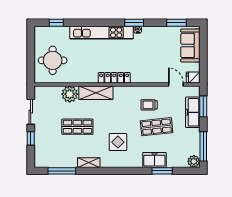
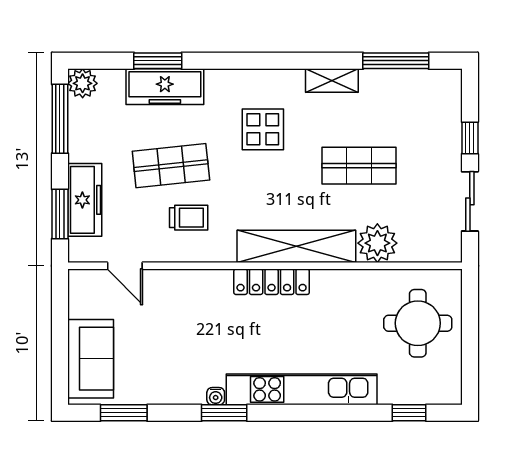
fridge: (193, 78) -> (84, 282), removed
shelving: (96, 93) -> (296, 246), width x1.47
freezer: (154, 160) -> (165, 87), width x1.40

